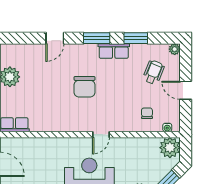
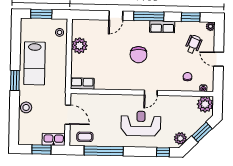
window: (97, 38) -> (149, 16), width x1.44
window: (136, 38) -> (191, 17), moved

